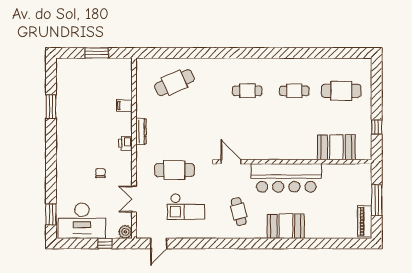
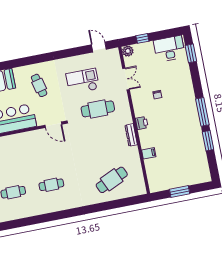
window: (51, 142) -> (202, 112), added
desk: (82, 221) -> (169, 49), width x0.73, depth x0.77
door: (159, 243) -> (99, 47), hinge flipped

